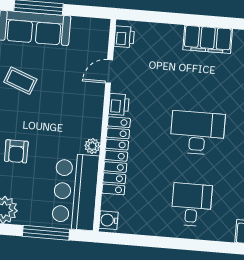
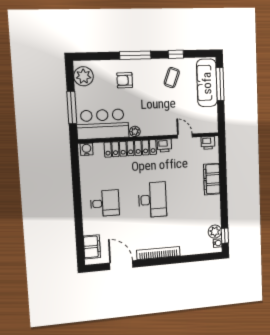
filing cabinet: (208, 39) -> (212, 179), moved

